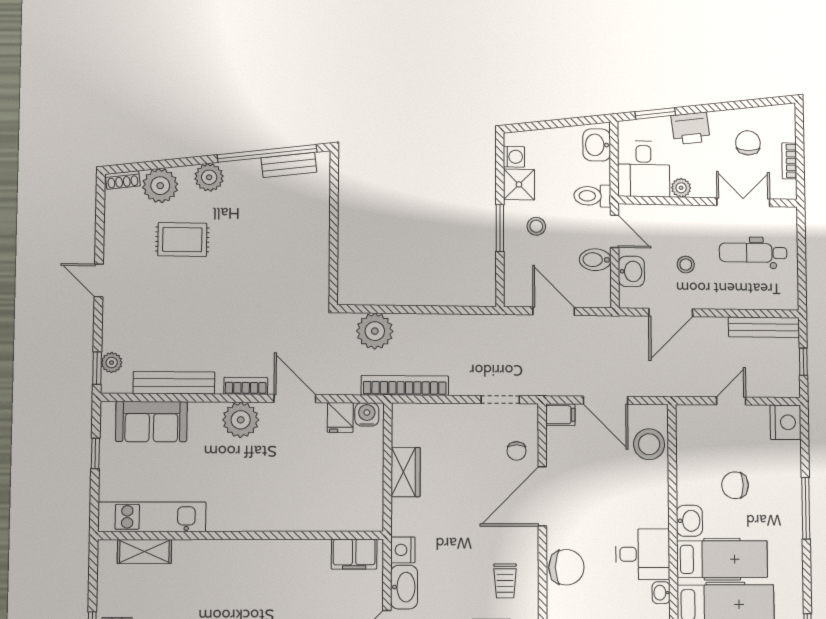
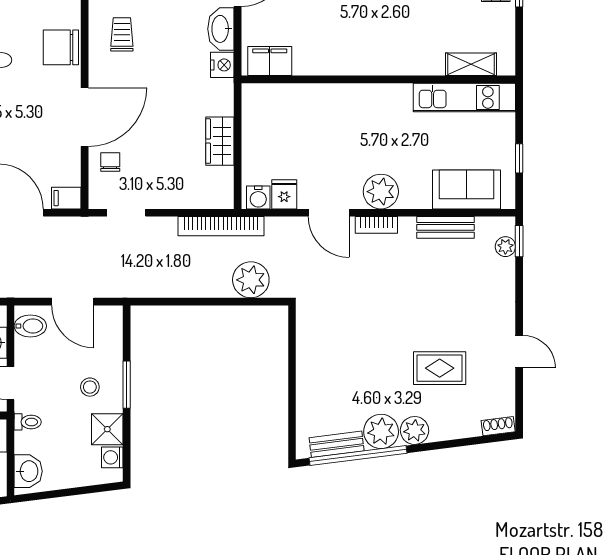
plant: (160, 186) -> (381, 431), moved
toilet: (592, 196) -> (28, 422), width x0.73, depth x0.72
bidet: (595, 260) -> (30, 326), moved
door: (99, 280) -> (519, 352), moved
bench: (174, 383) -> (445, 227), width x0.73

